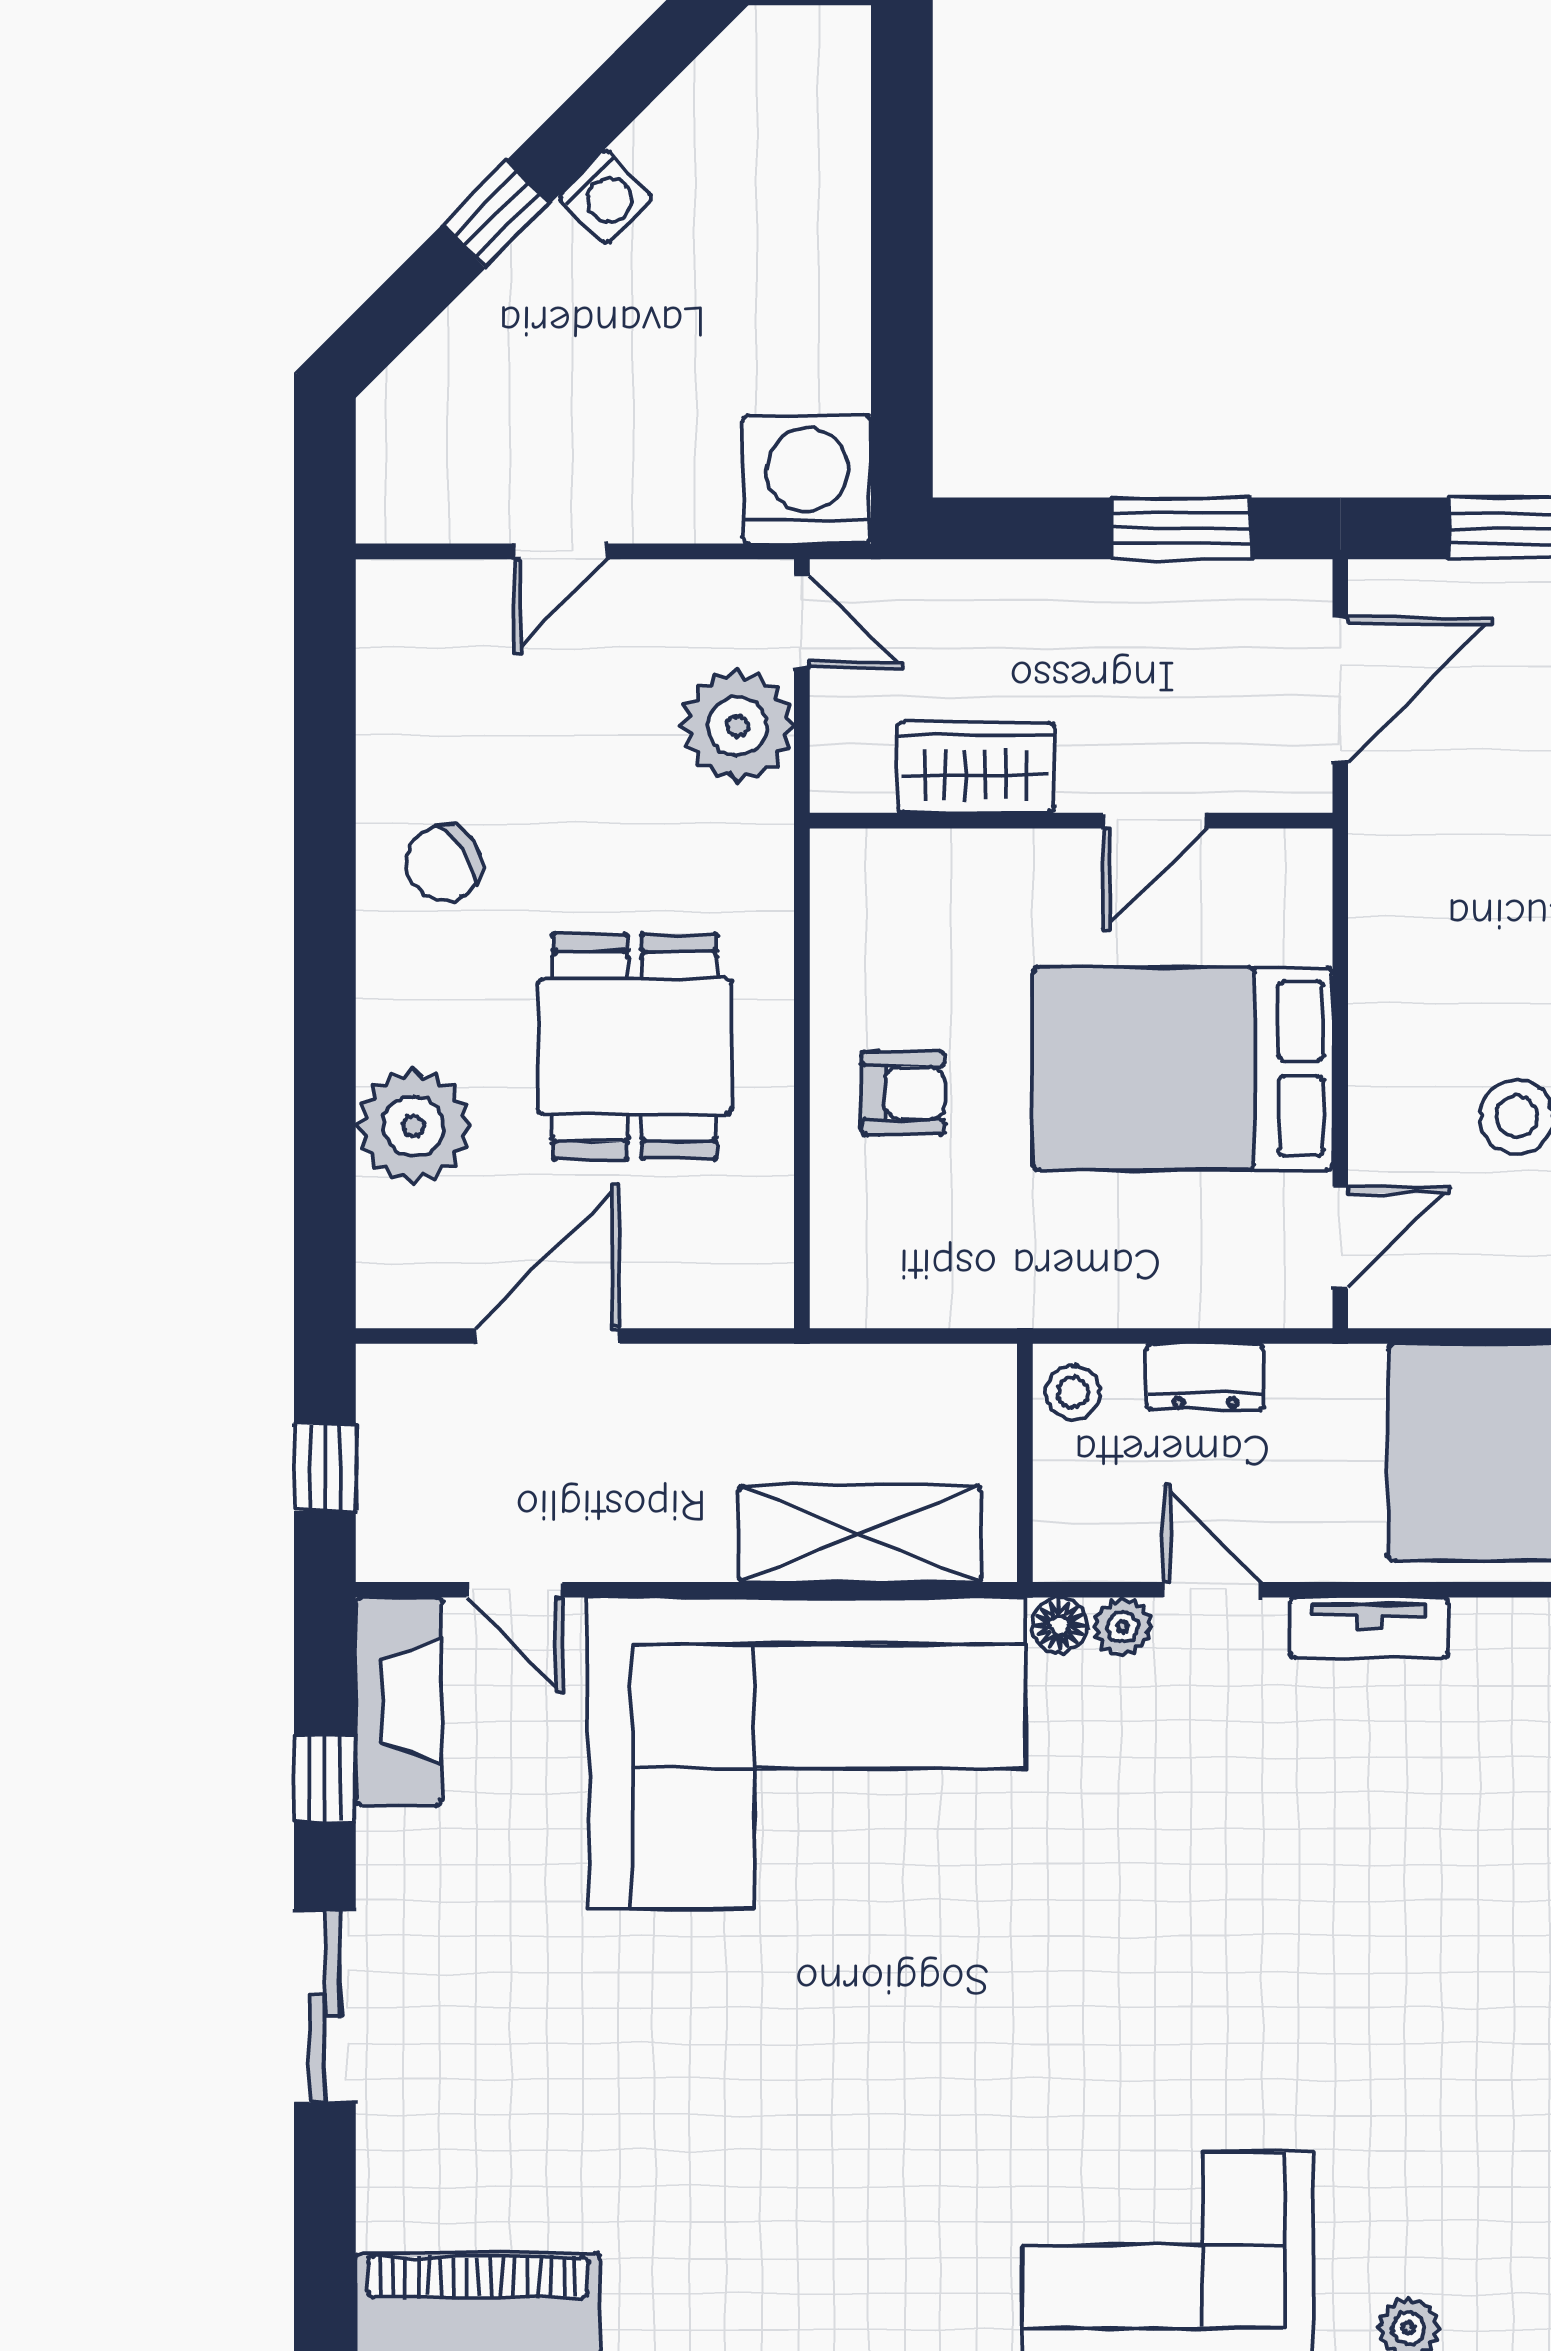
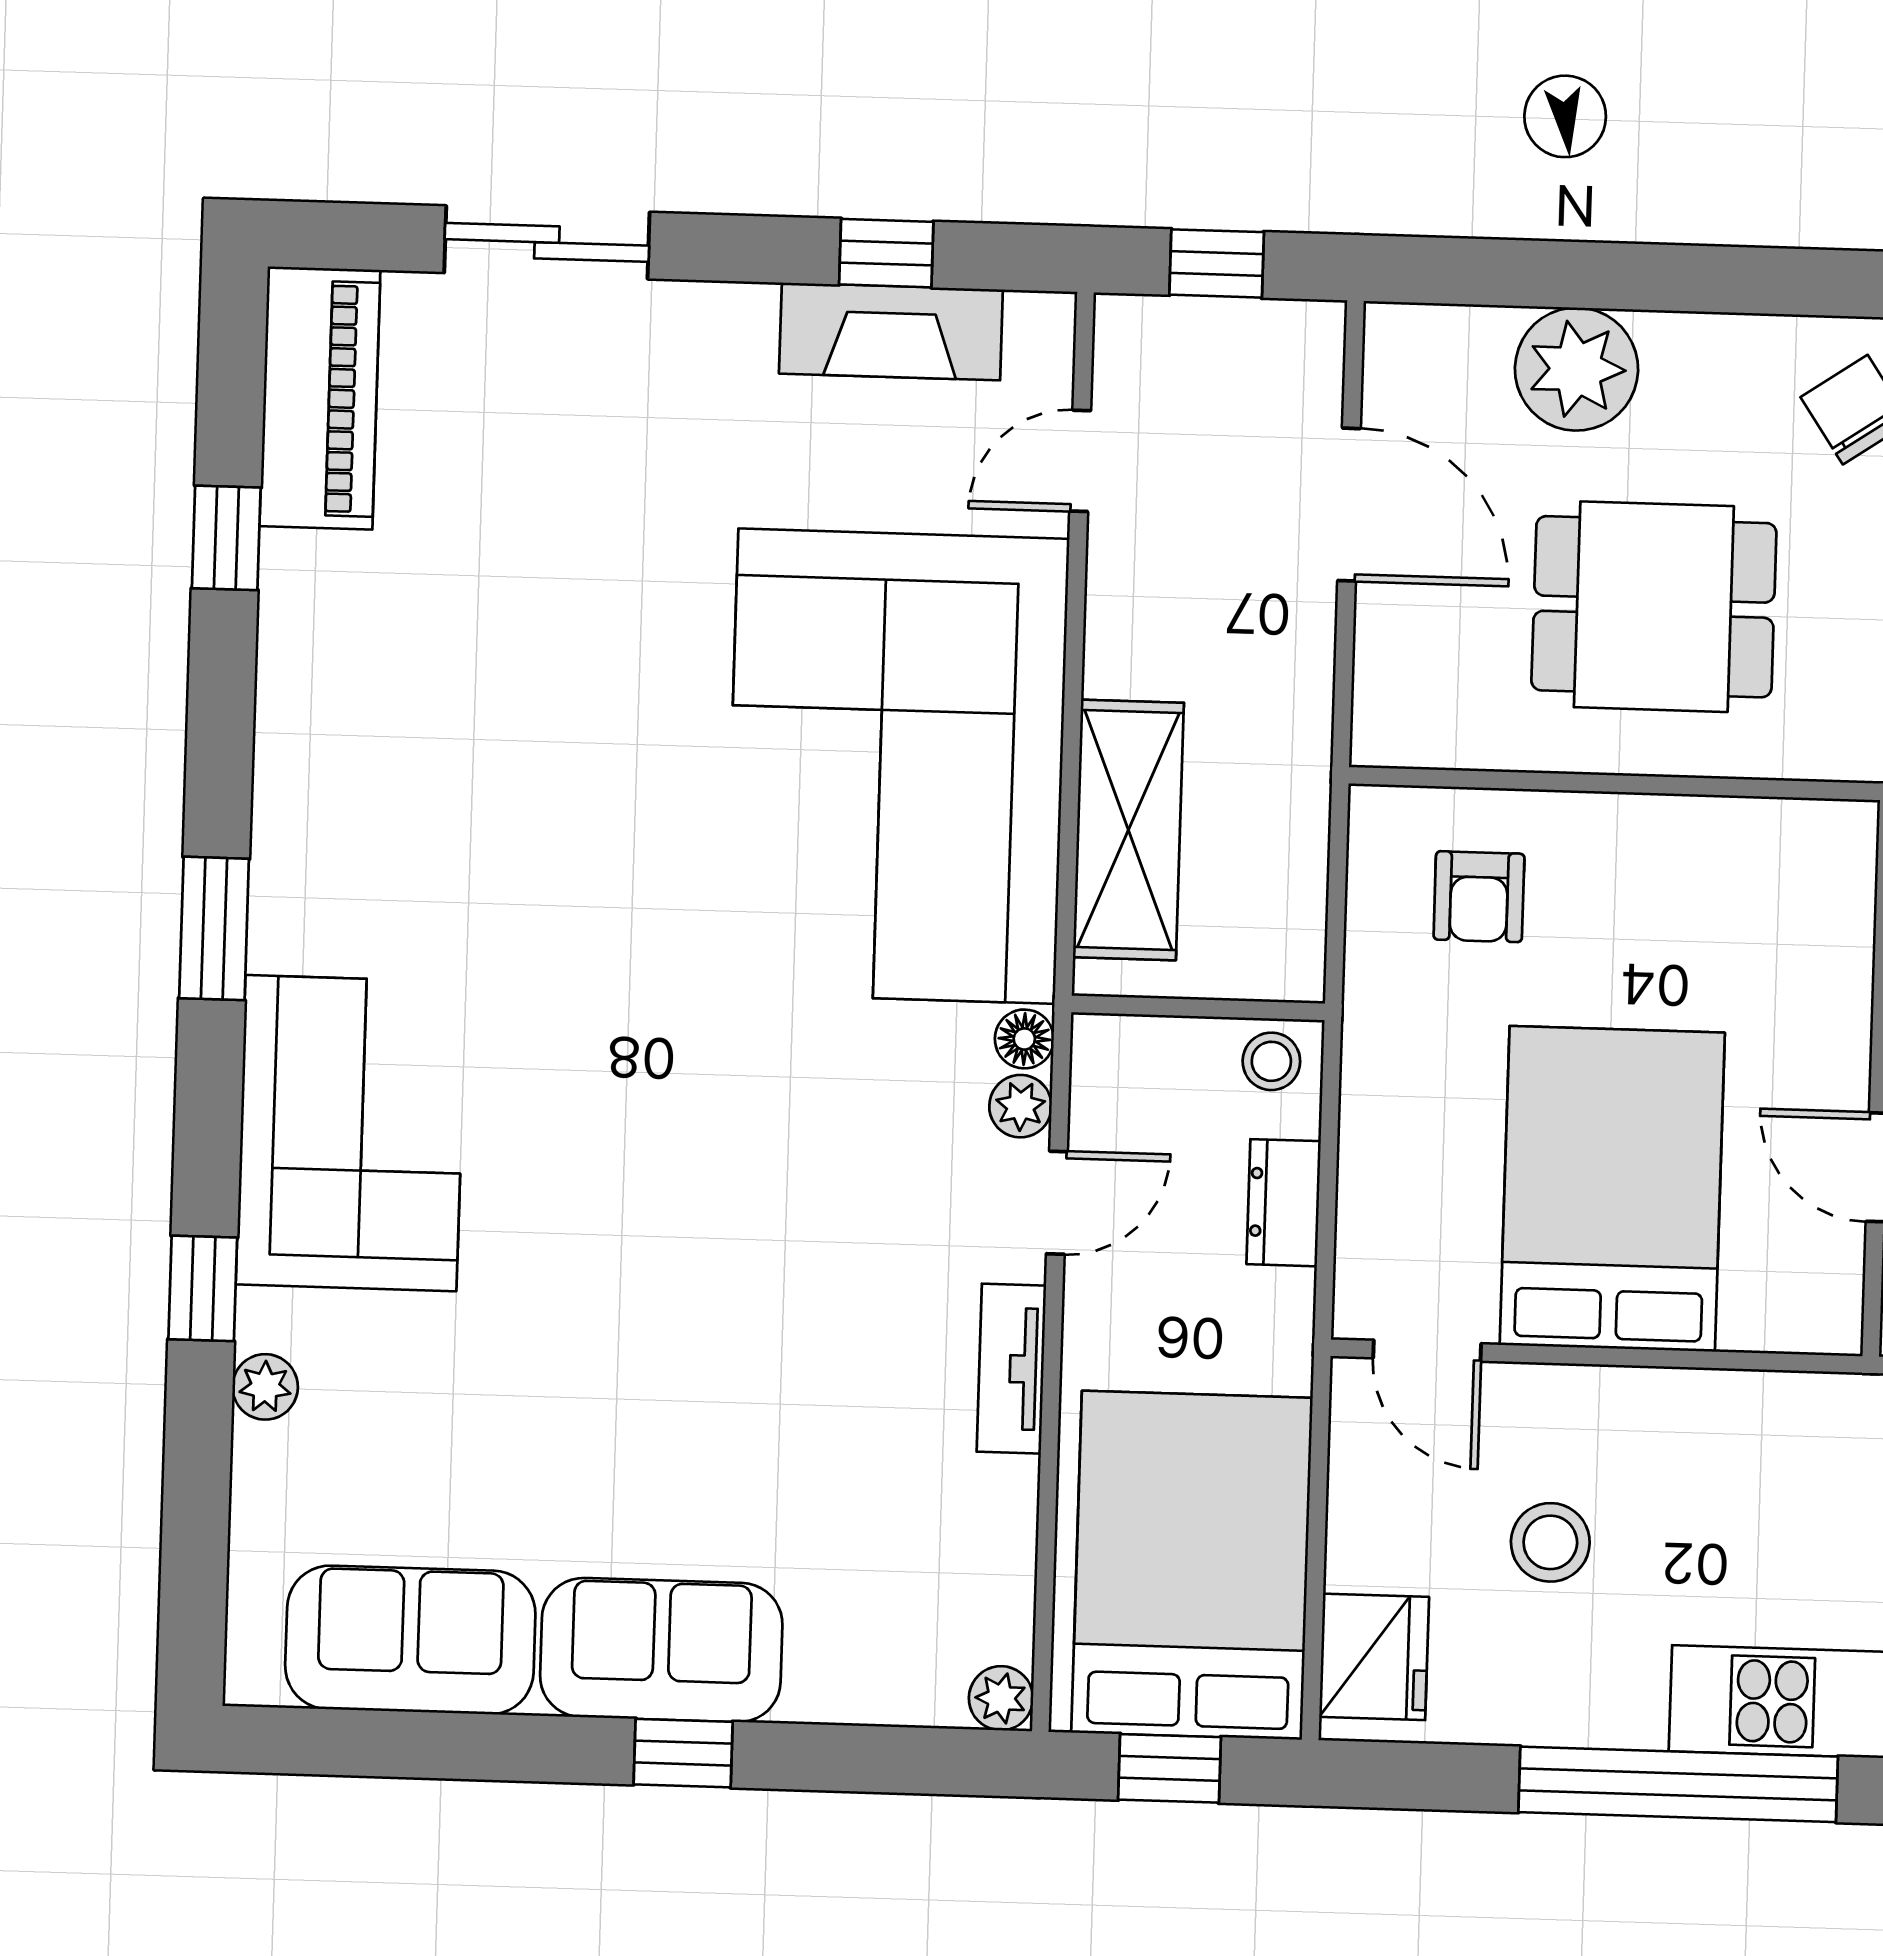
armchair: (903, 1093) -> (1479, 897), moved
fireplace: (399, 1701) -> (891, 332), moved
sliding door: (325, 2006) -> (547, 242), moved

